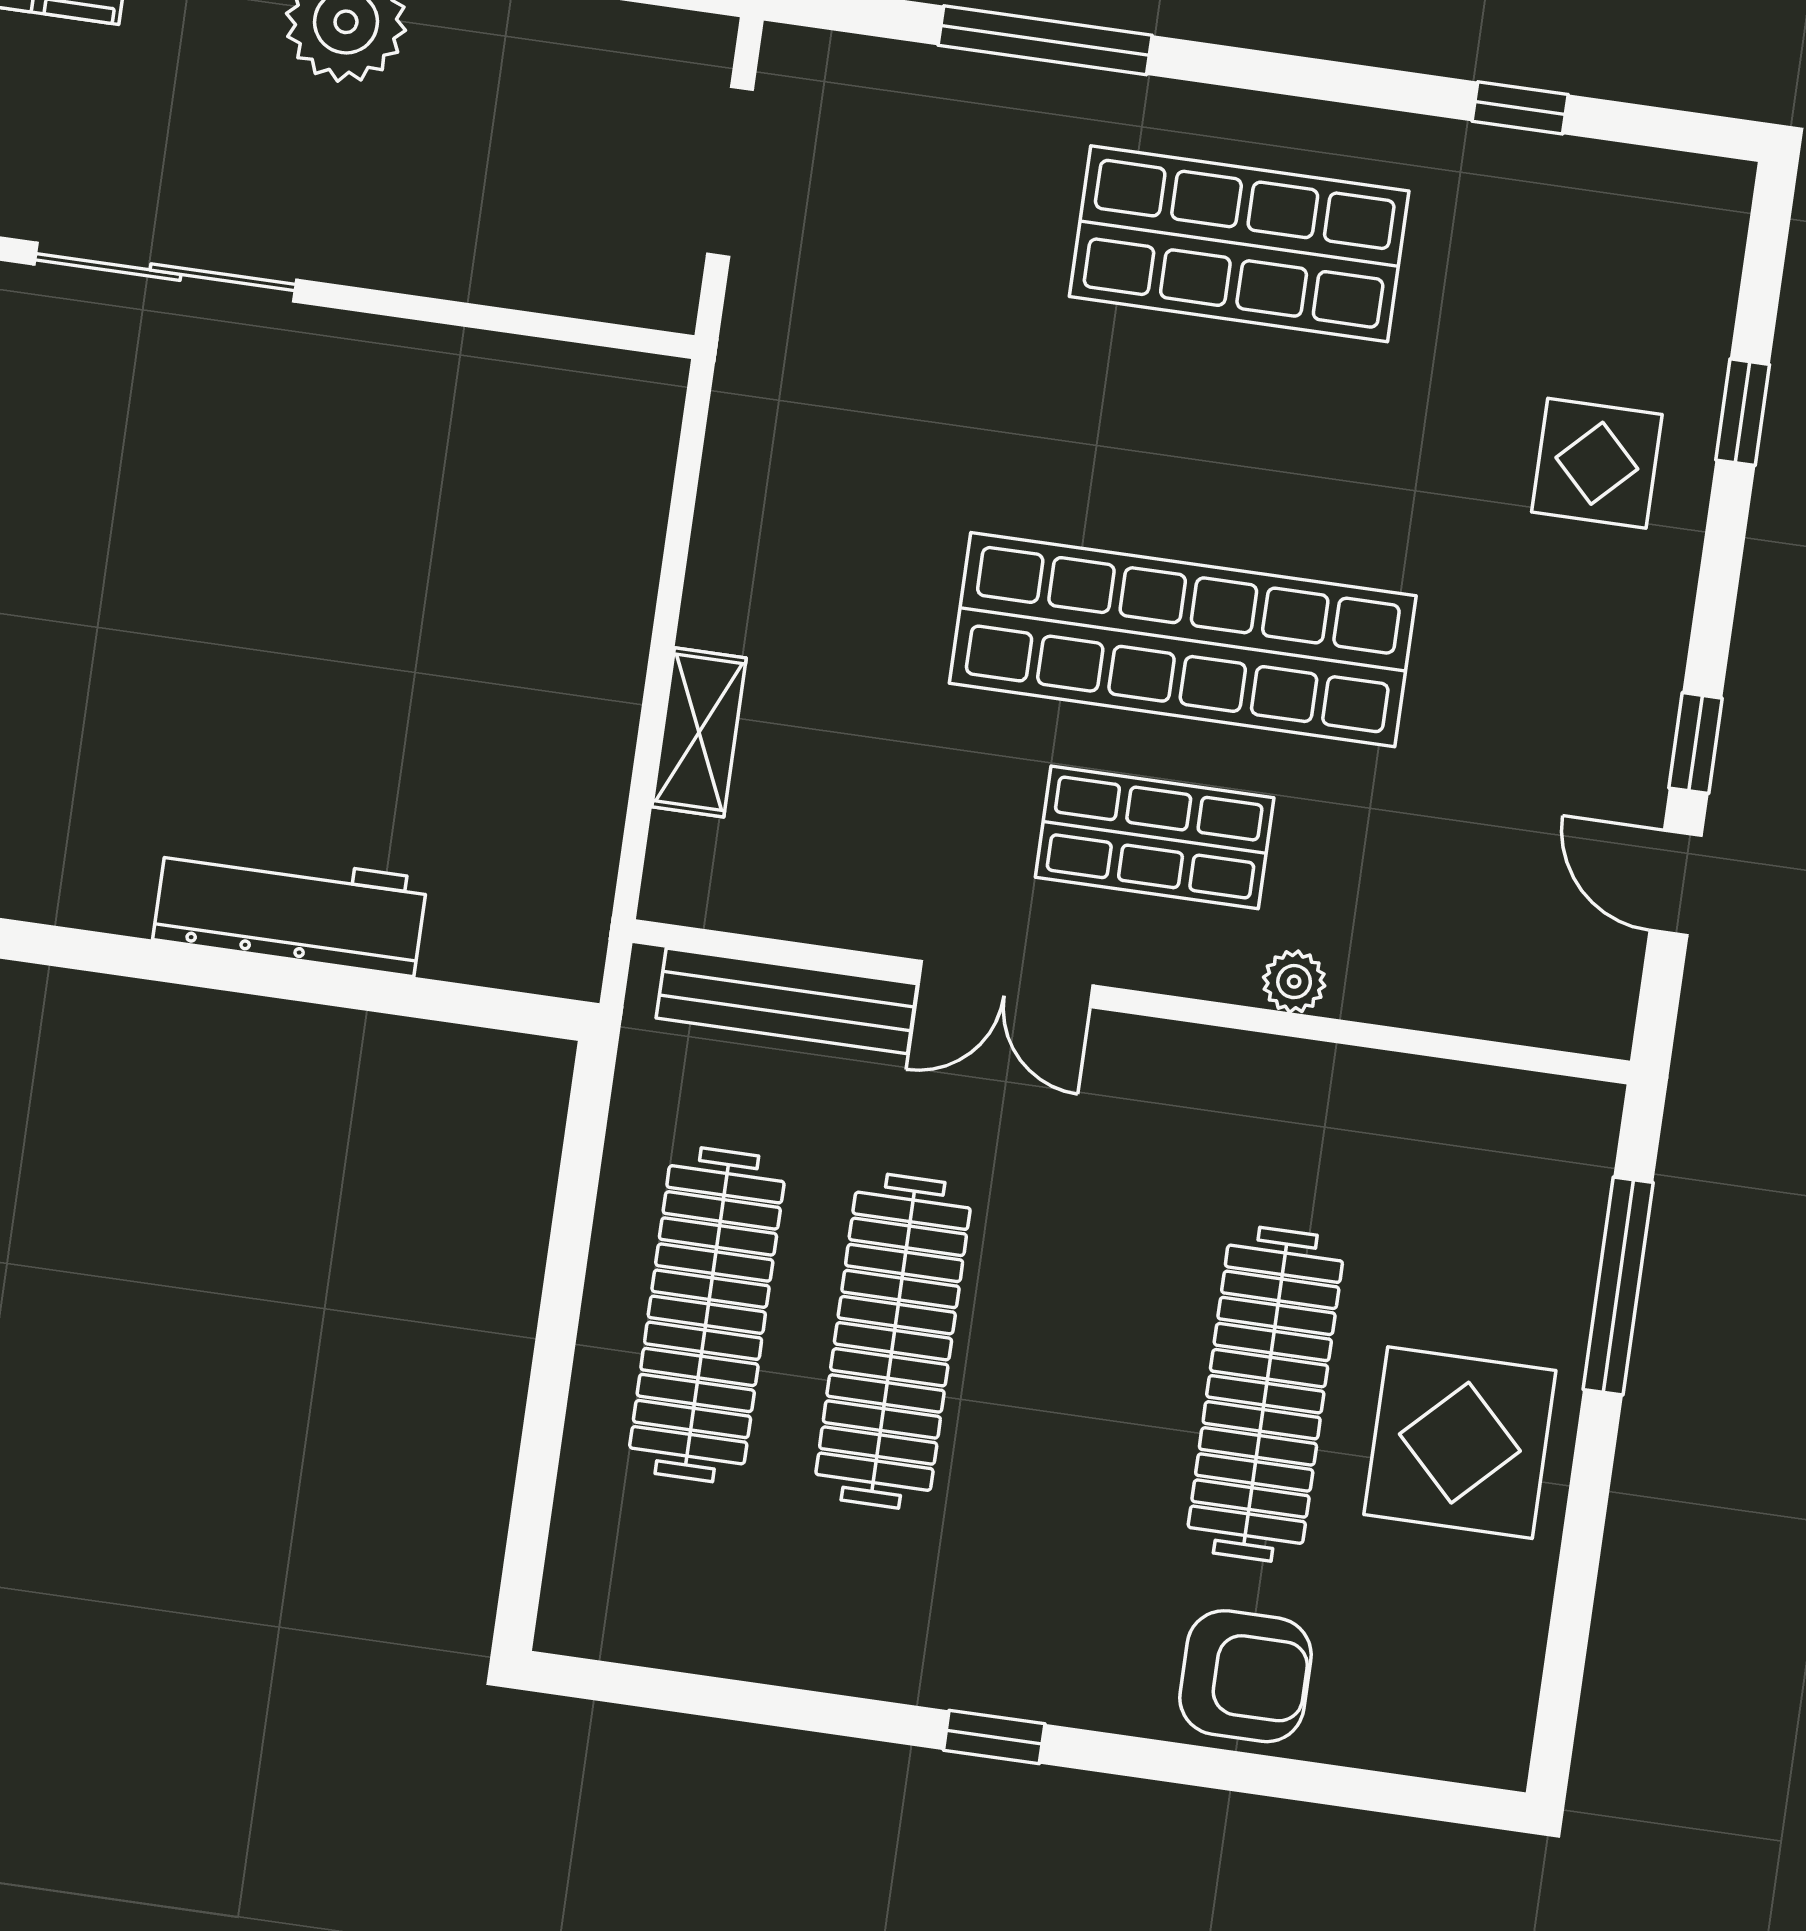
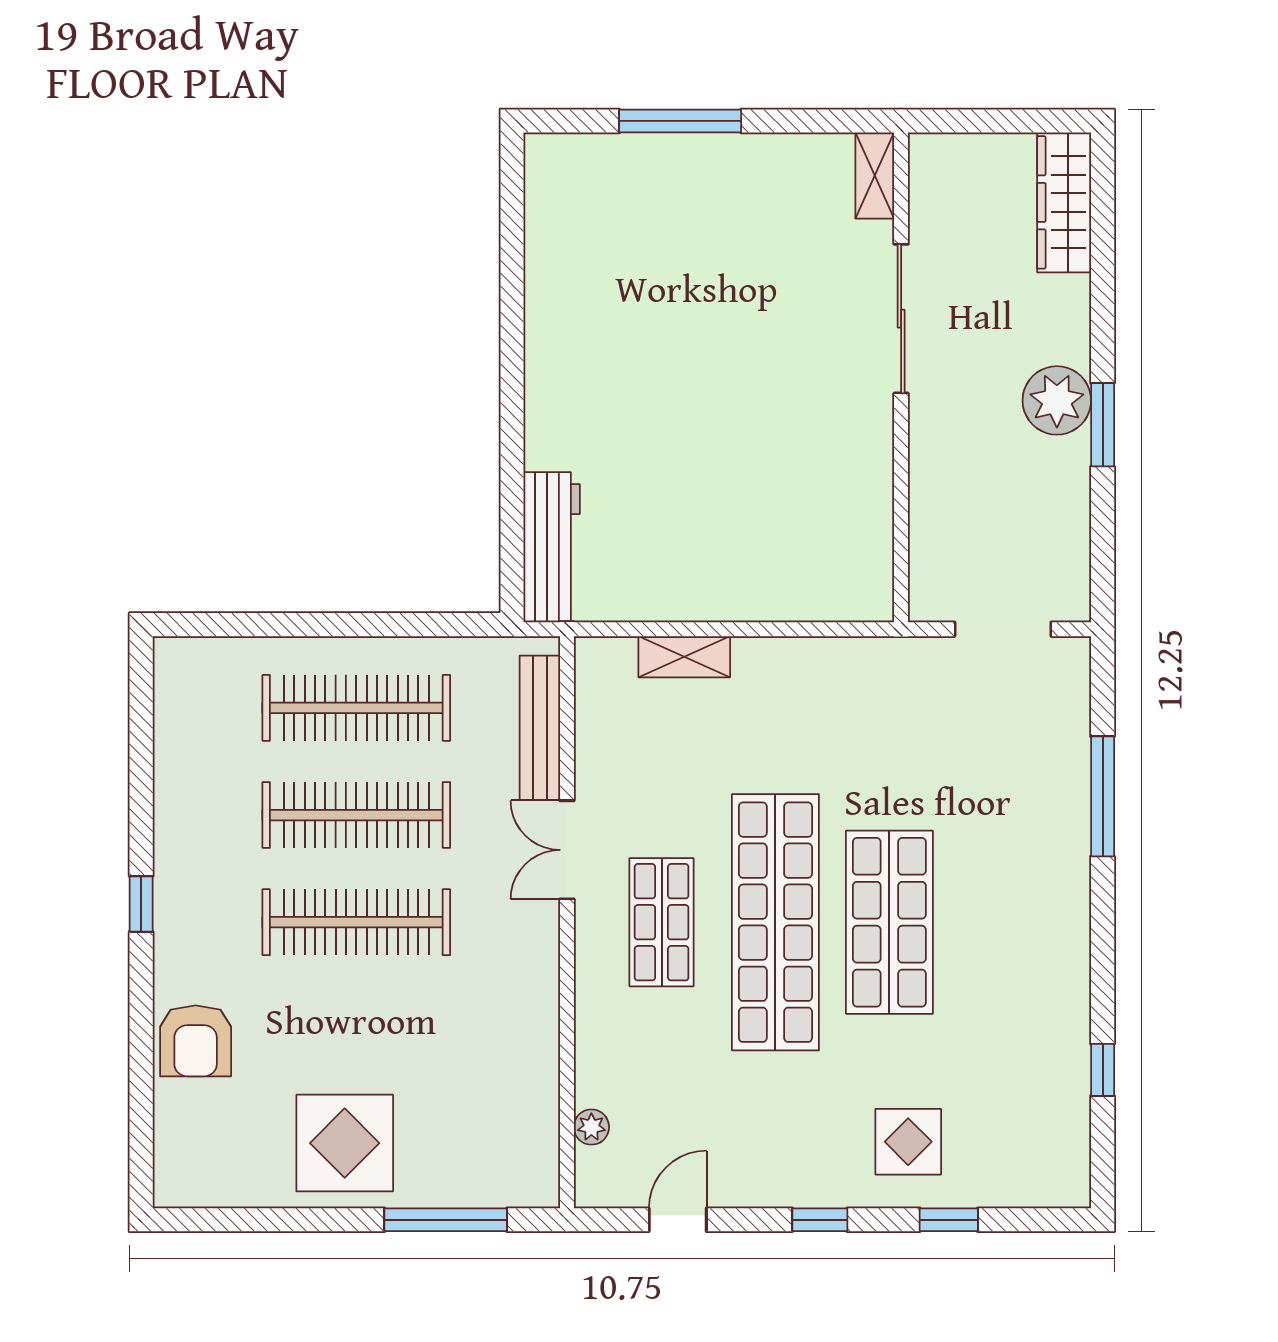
shop shelf: (1239, 244) -> (889, 922), moved
window: (1695, 743) -> (820, 1220), moved
workbench: (290, 909) -> (552, 547), moved
plant: (1294, 982) -> (591, 1127), moved
clothes rail: (1265, 1394) -> (356, 922), moved

